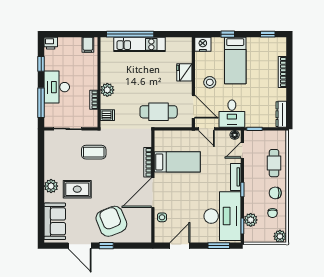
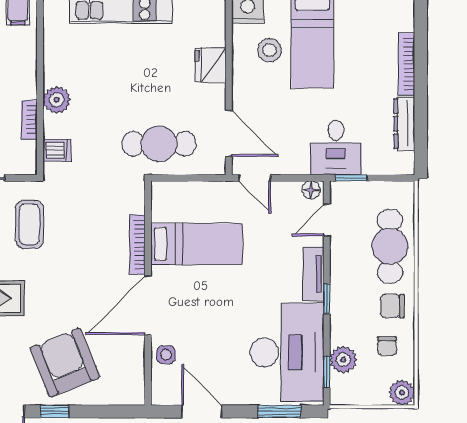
stool: (210, 82) -> (269, 50), moved
desk: (232, 114) -> (336, 147), moved
dresser: (281, 114) -> (404, 124), moved
coffee table: (94, 152) -> (29, 224), turned 90
cafe table: (274, 163) -> (390, 246), width x1.37, depth x1.35
door: (180, 246) -> (202, 411), hinge flipped

